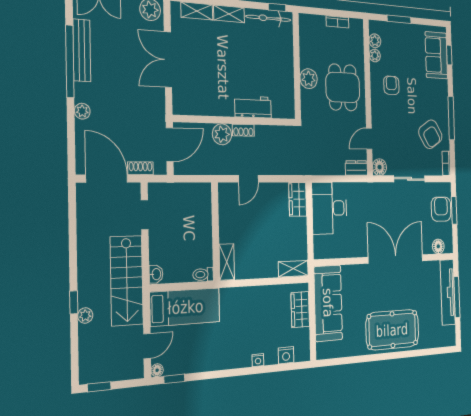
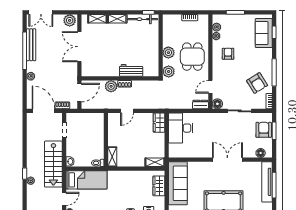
plant: (310, 111) -> (169, 71), added
double door: (396, 259) -> (227, 160), width x0.73

